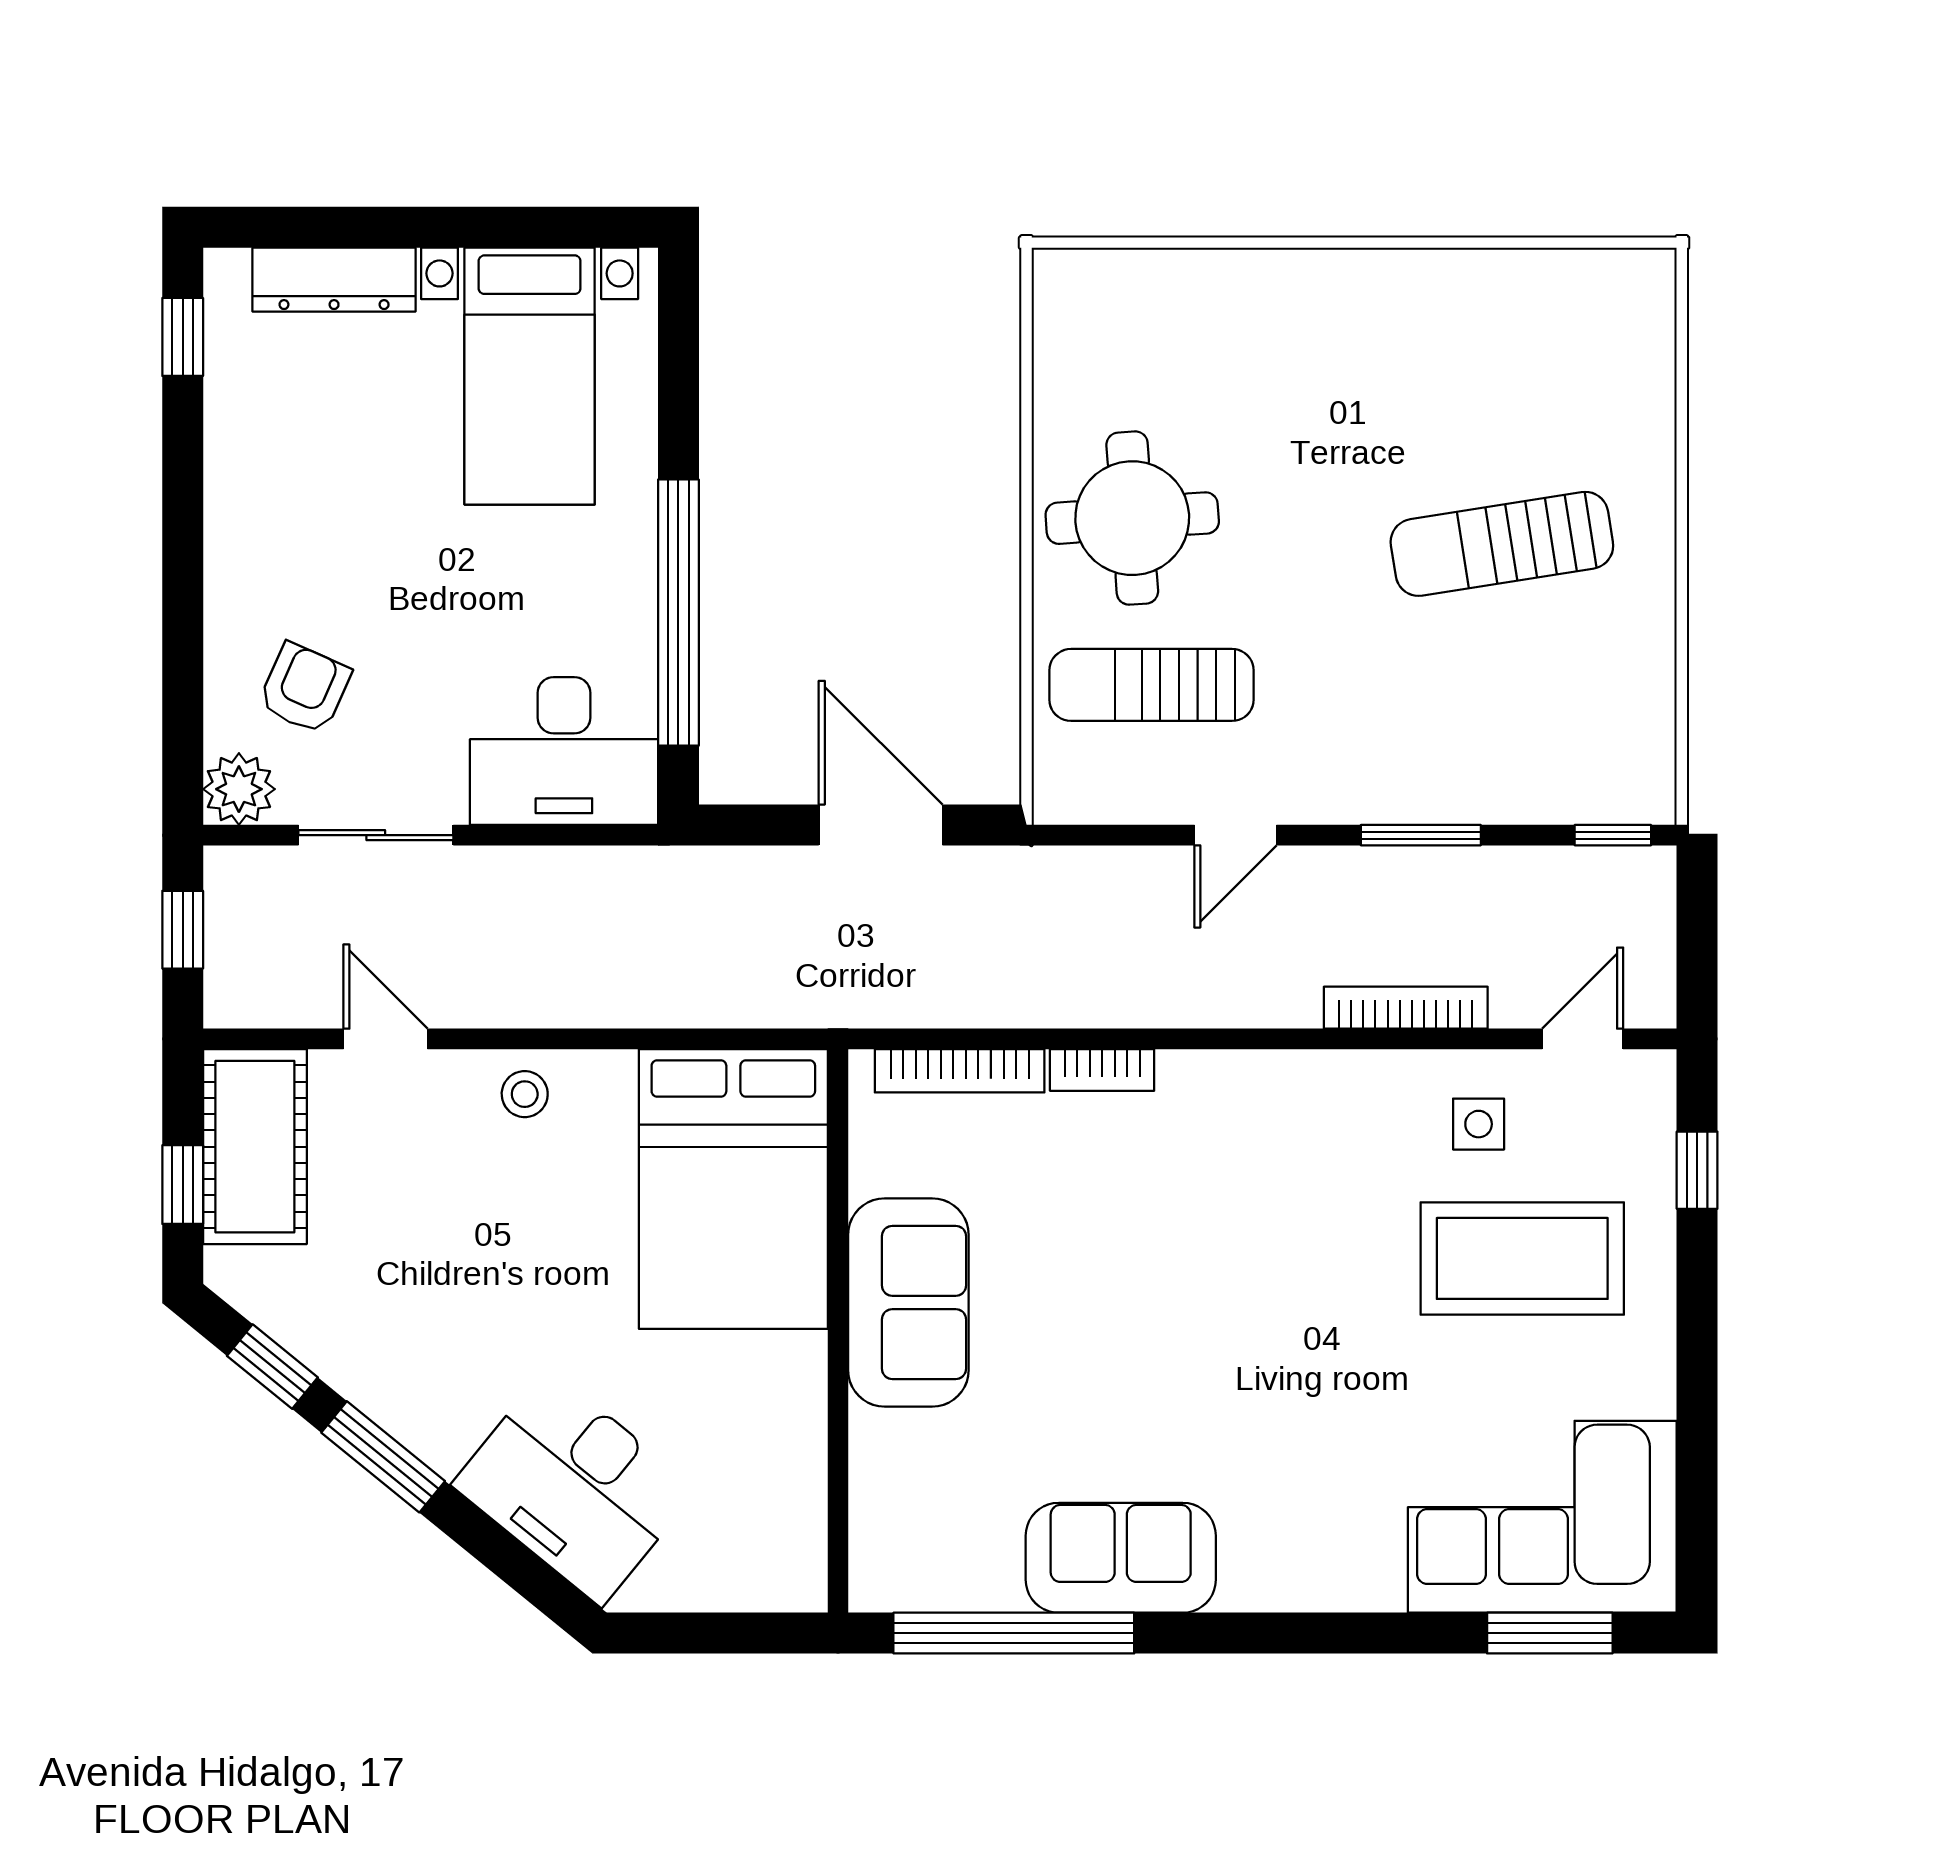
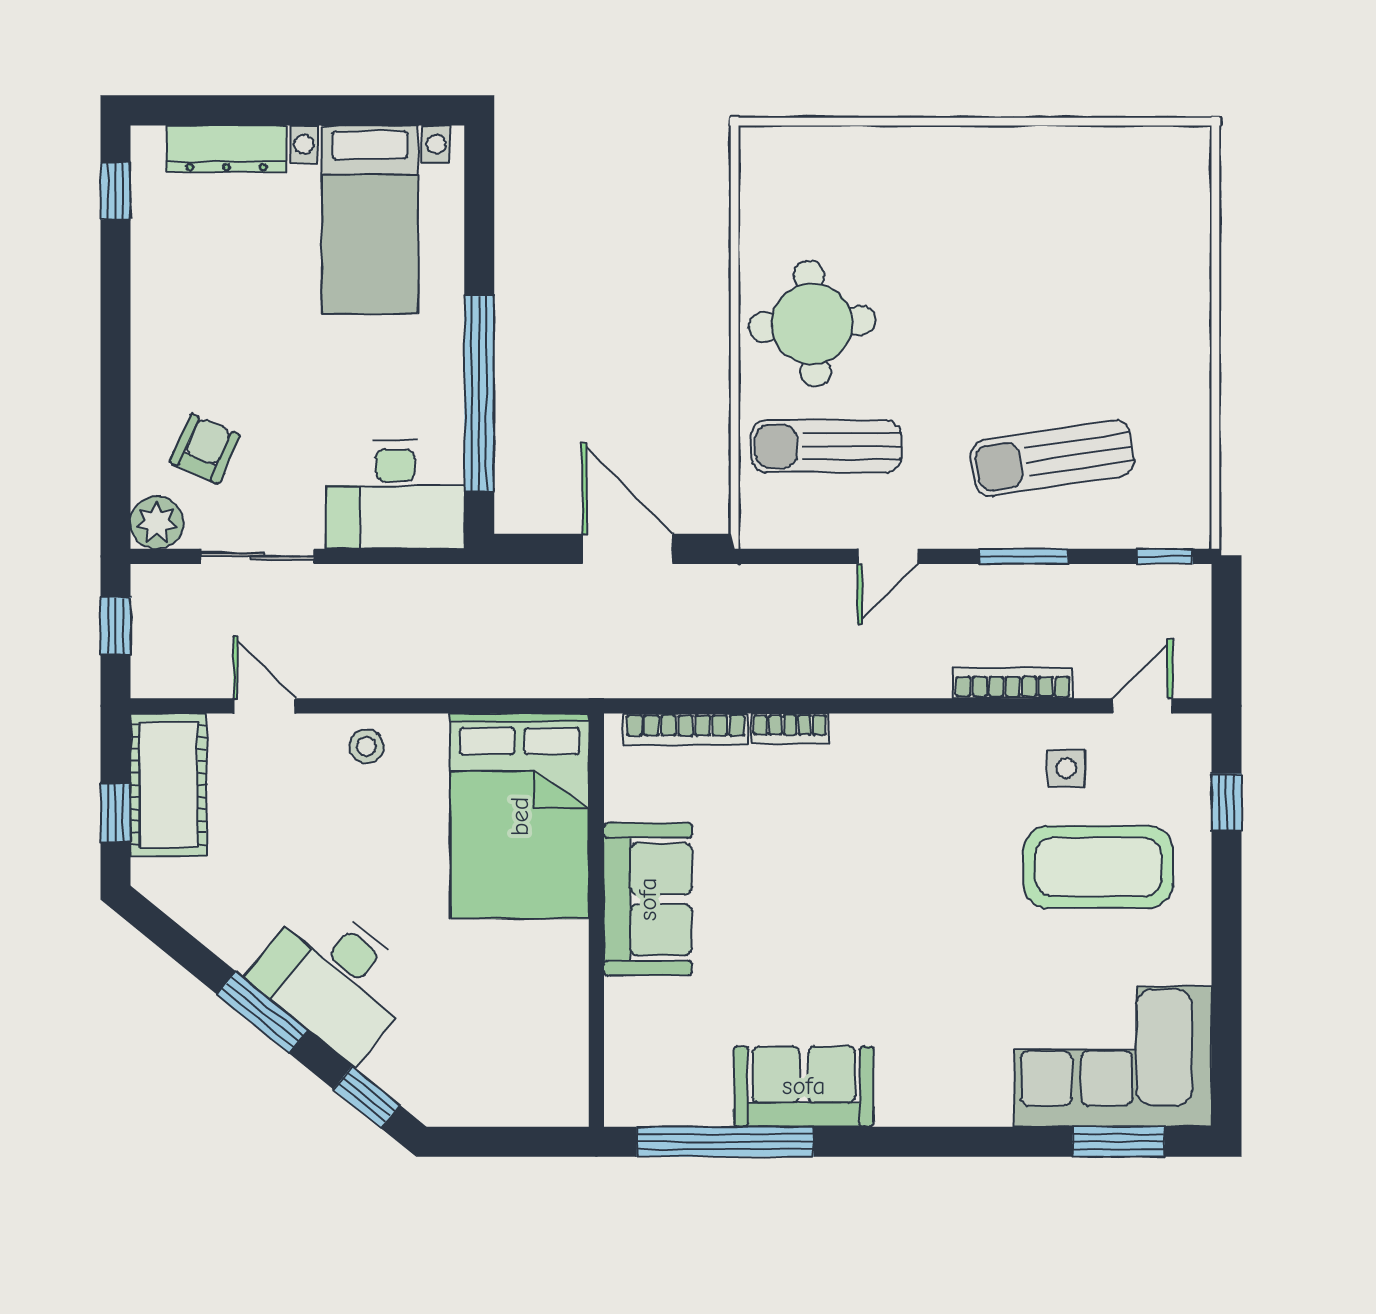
sun lounger: (1502, 544) -> (1052, 458), moved
window: (272, 1367) -> (367, 1097), moved
desk: (574, 1487) -> (335, 979), moved

